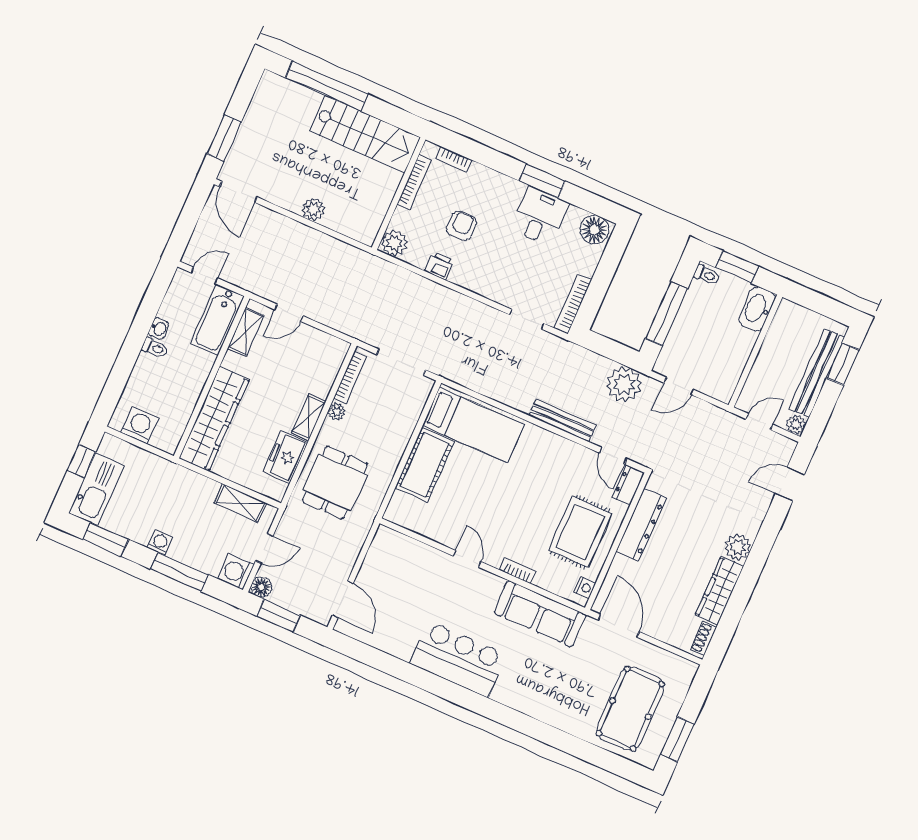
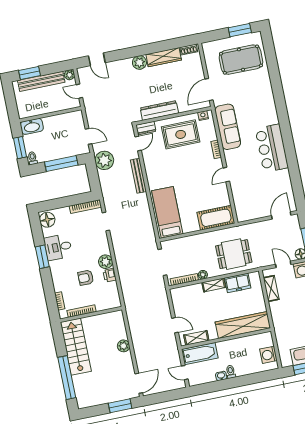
plant: (394, 243) -> (106, 262), moved
cot: (425, 465) -> (216, 218), moved

